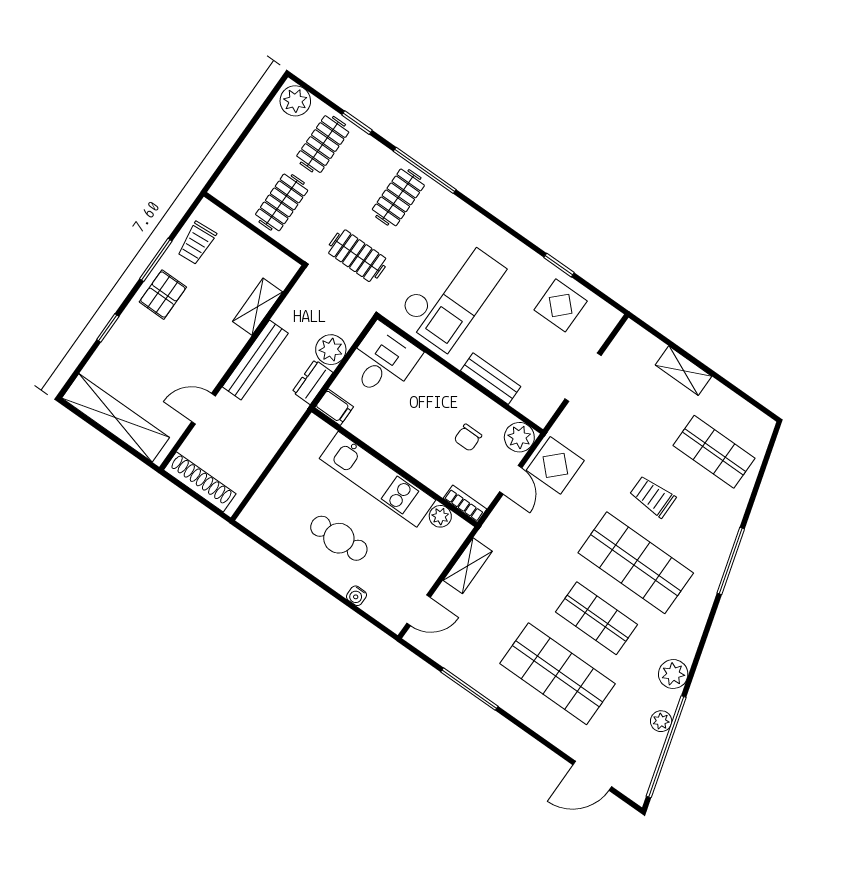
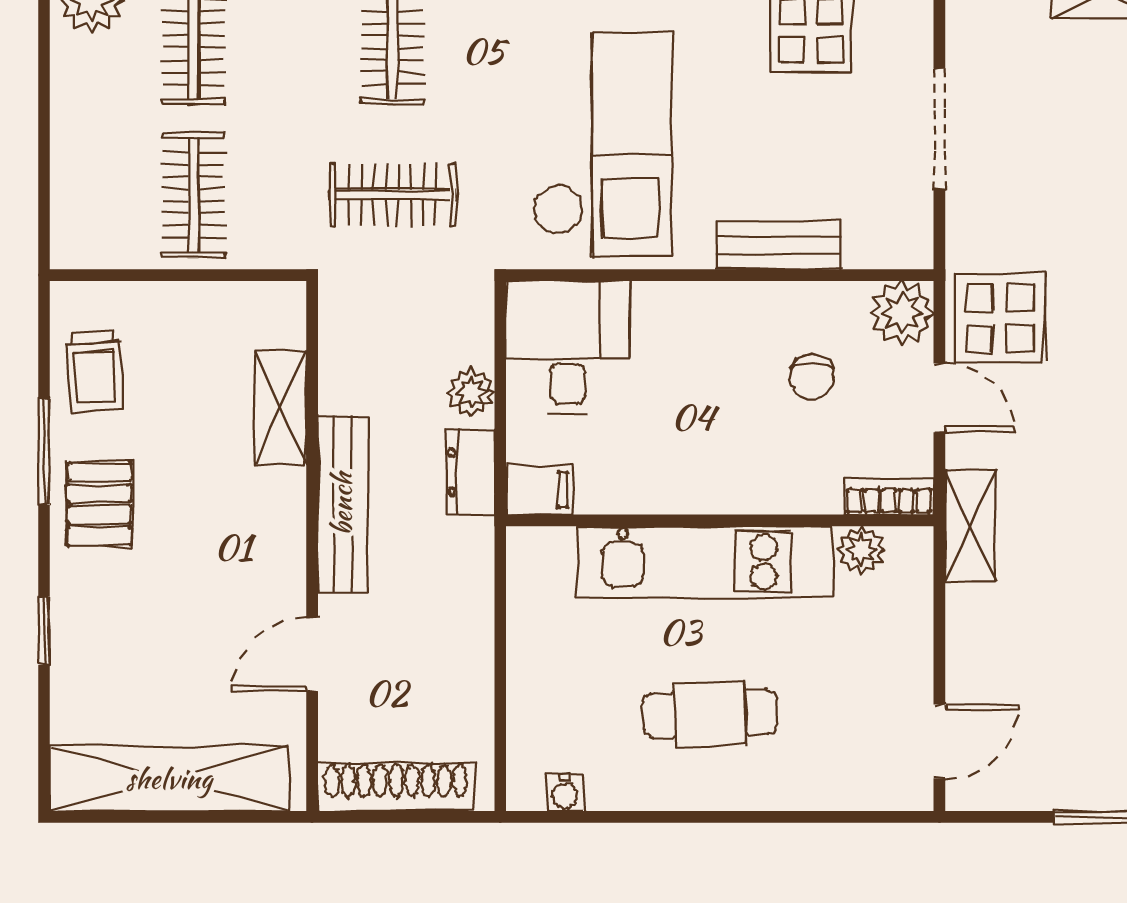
plant: (331, 350) -> (471, 392), width x0.73, depth x0.73
shelving: (468, 566) -> (970, 526), moved
water cooler: (356, 596) -> (565, 793), moved

